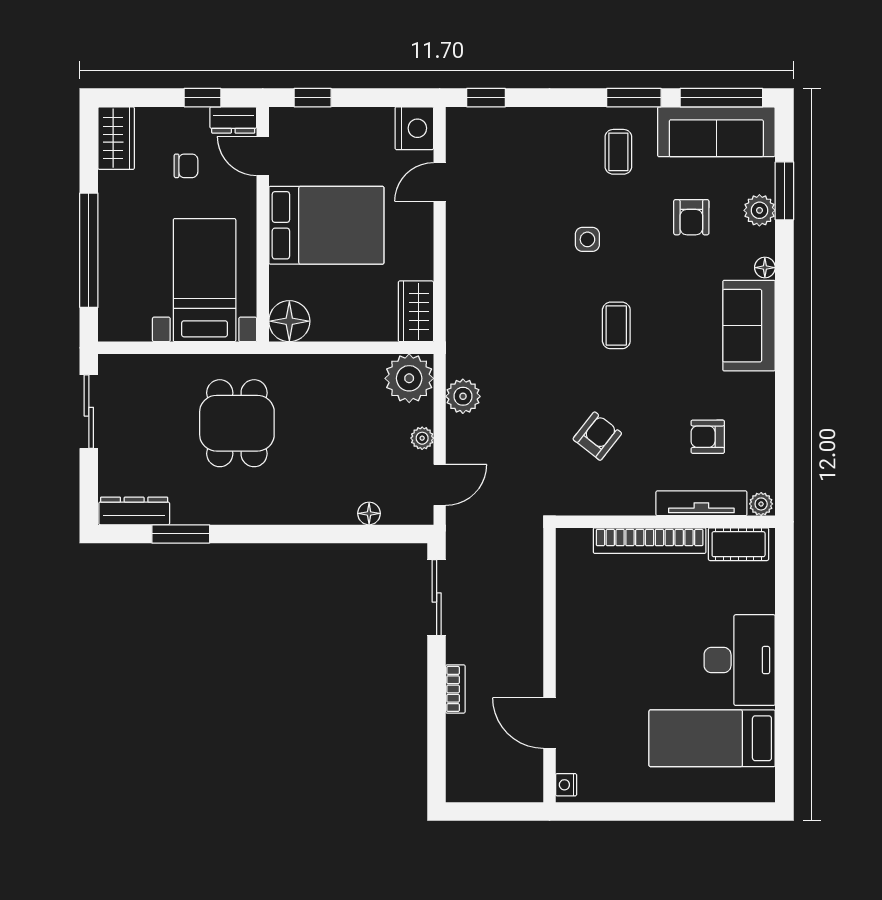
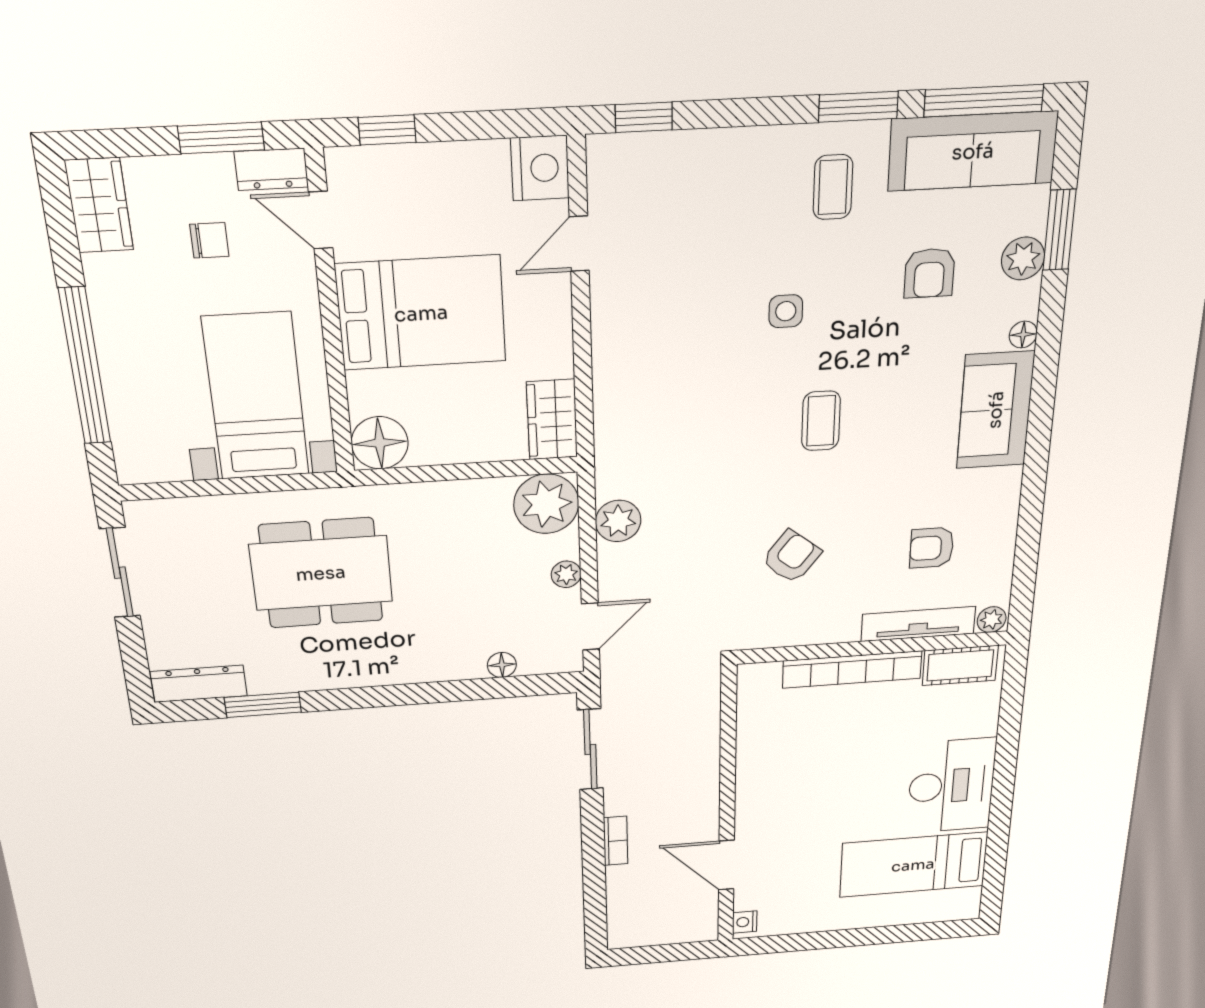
window: (202, 98) -> (221, 138), width x1.50
dining table: (237, 423) -> (321, 573), width x1.38

